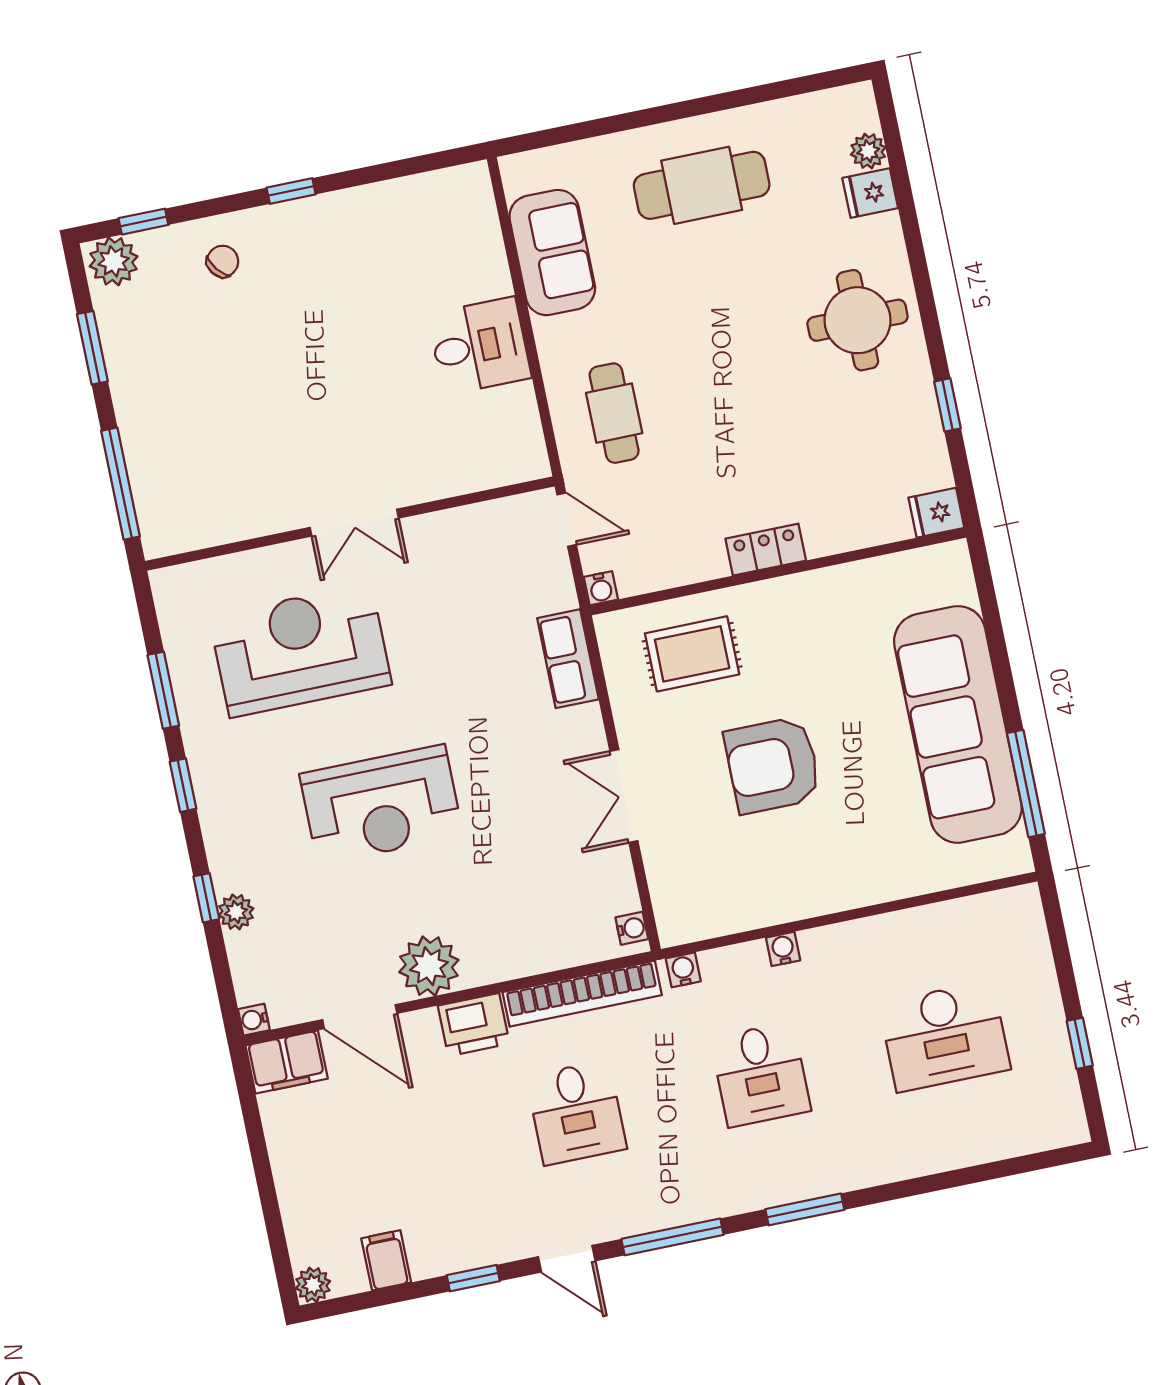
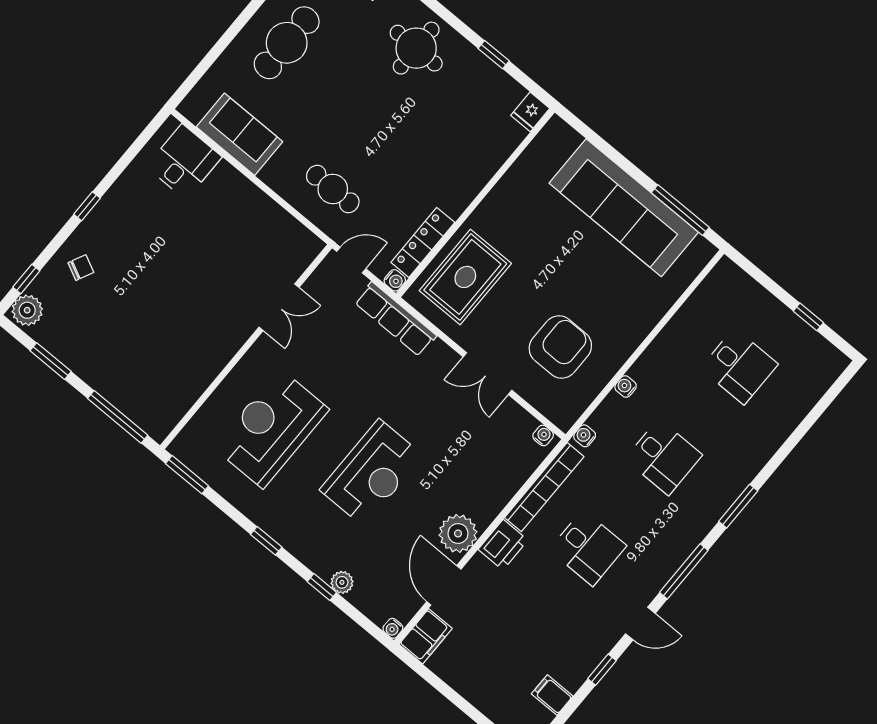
chair: (223, 261) -> (81, 268), turned 64
desk: (479, 346) -> (184, 162), moved
double door: (354, 523) -> (279, 307), moved
locker: (766, 550) -> (423, 242), moved, width x1.53
rug: (692, 654) -> (465, 277), width x1.36, depth x1.43
row of seats: (568, 659) -> (396, 319), width x1.48
window: (163, 690) -> (187, 475), moved
armchair: (773, 765) -> (560, 347), moved, turned 180
door: (360, 1017) -> (444, 585), swing flipped
desk: (945, 1036) -> (739, 366), width x0.73

